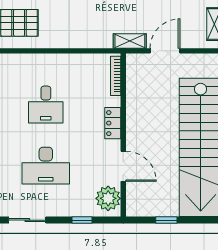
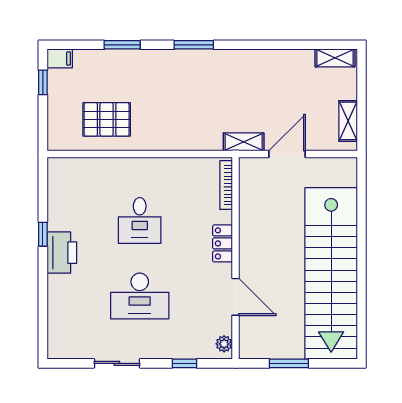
plant: (108, 198) -> (224, 344), width x0.53, depth x0.53
window: (166, 220) -> (289, 363), width x1.50

